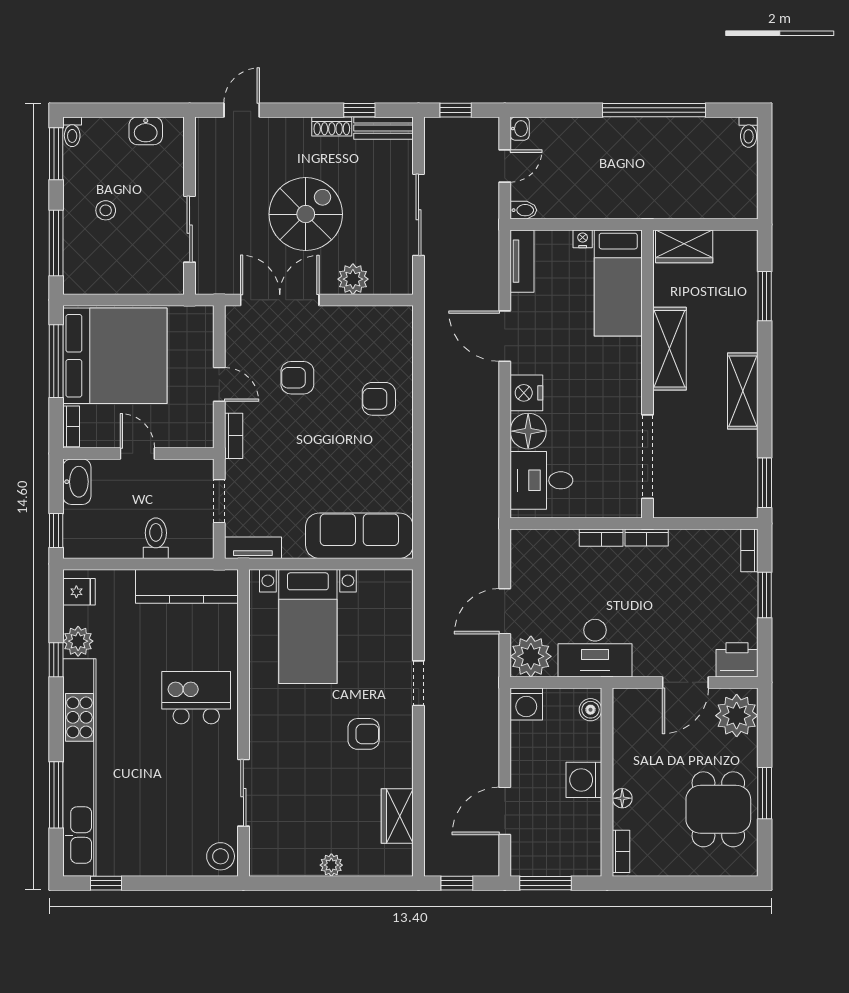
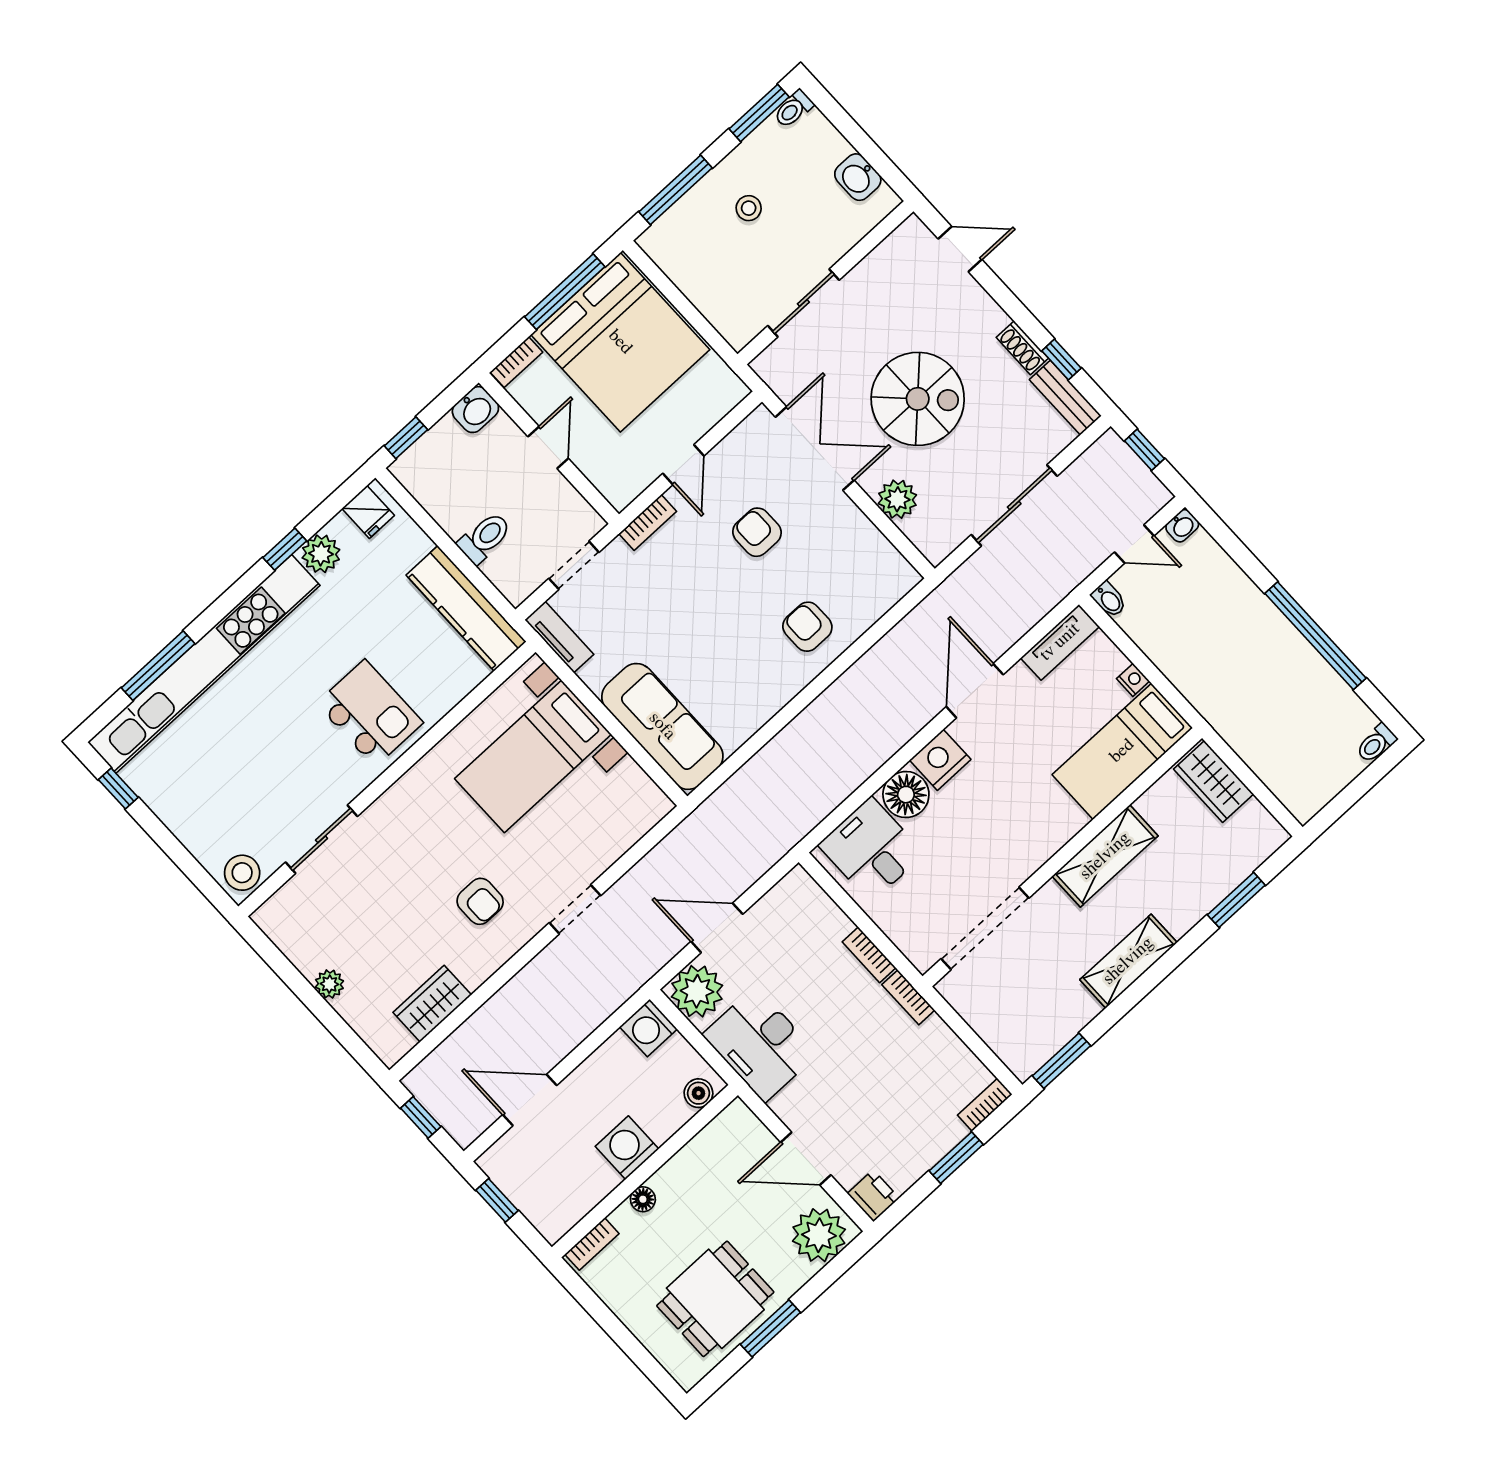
washbasin: (77, 482) -> (475, 410), width x0.72
printer: (737, 660) -> (873, 1196), width x0.73, depth x0.81
window: (545, 883) -> (497, 1200), width x0.67

